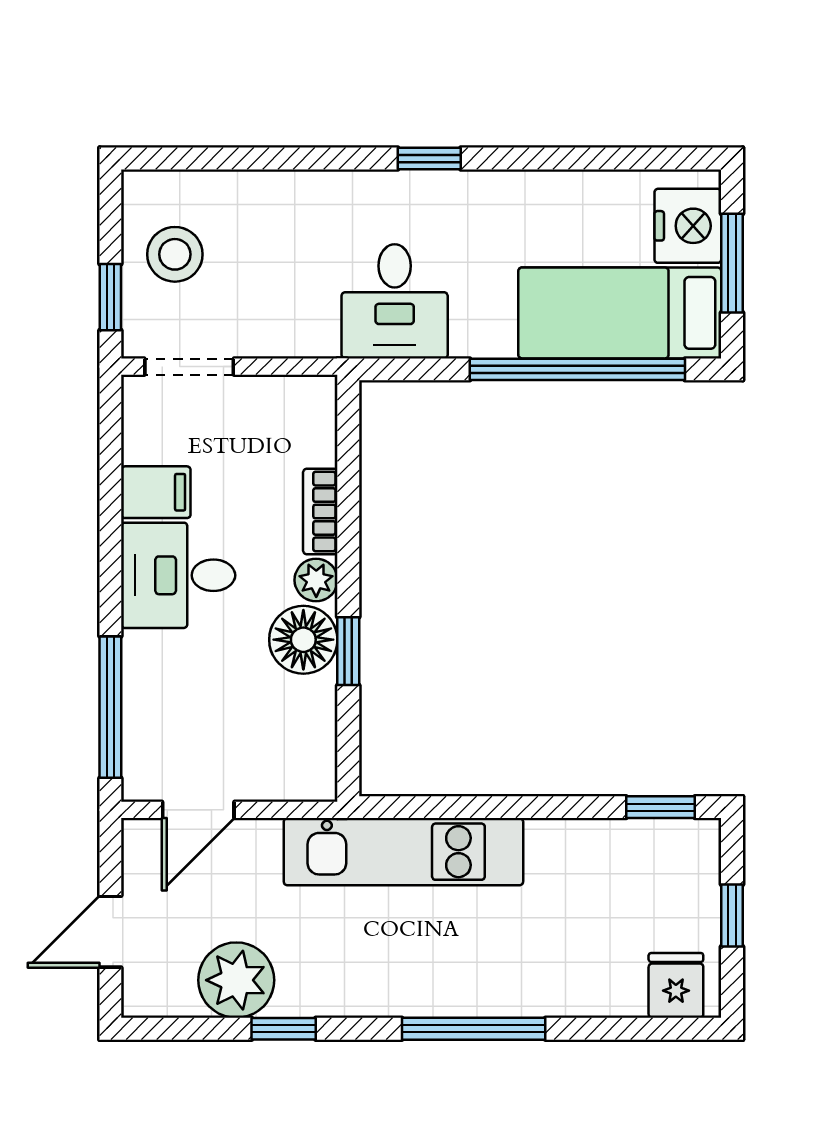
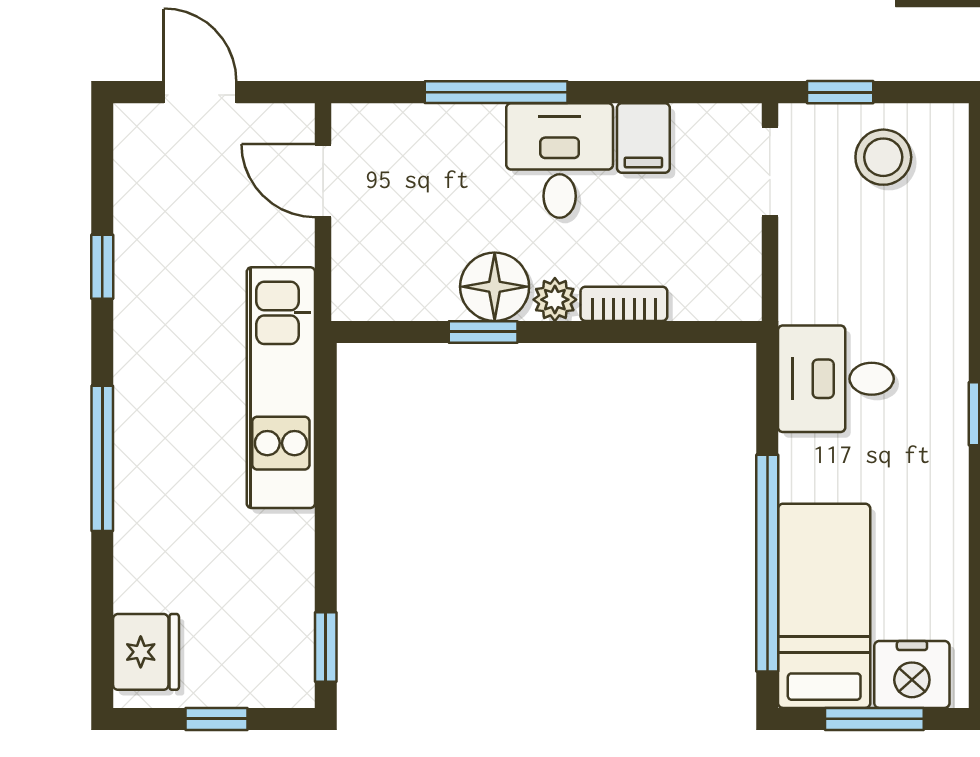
window: (110, 707) -> (496, 92), moved
plant: (236, 980) -> (151, 219), removed
fridge: (676, 985) -> (146, 652), width x1.38

